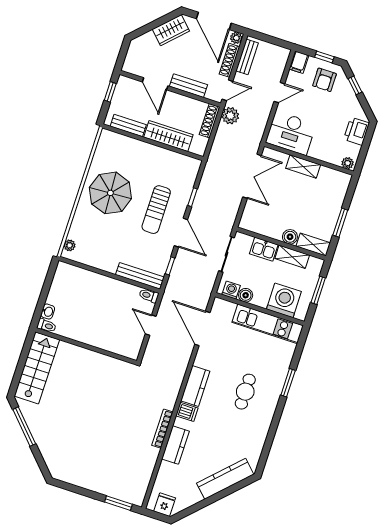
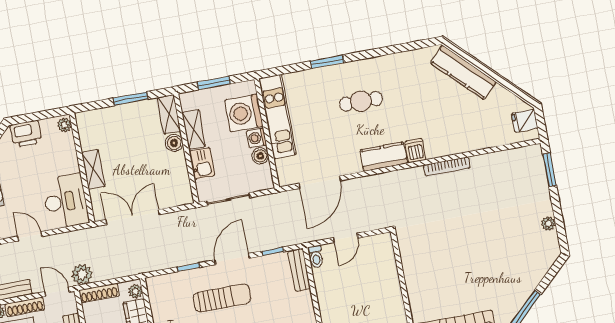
plant: (196, 148) -> (135, 291), added
bench: (140, 276) -> (299, 270), width x0.73
washing machine: (231, 290) -> (256, 138), moved
kitchen counter: (175, 445) -> (456, 144), removed
plant: (79, 481) -> (549, 224), added

